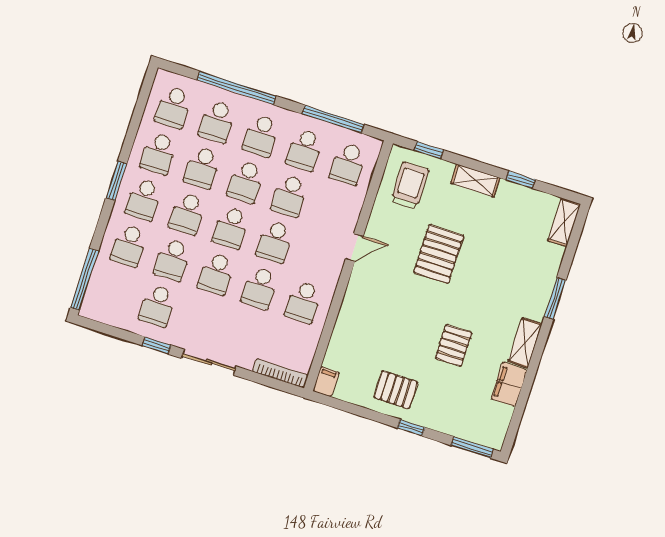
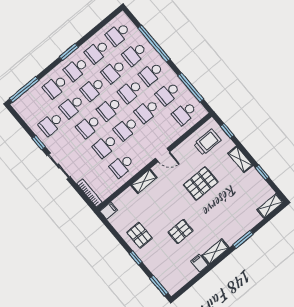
shelving: (351, 305) -> (144, 181), added
filing cabinet: (509, 384) -> (199, 263), width x0.50

